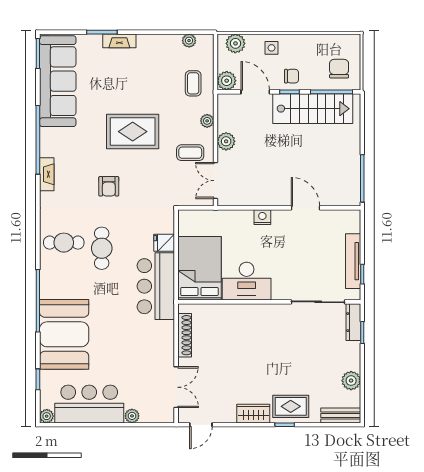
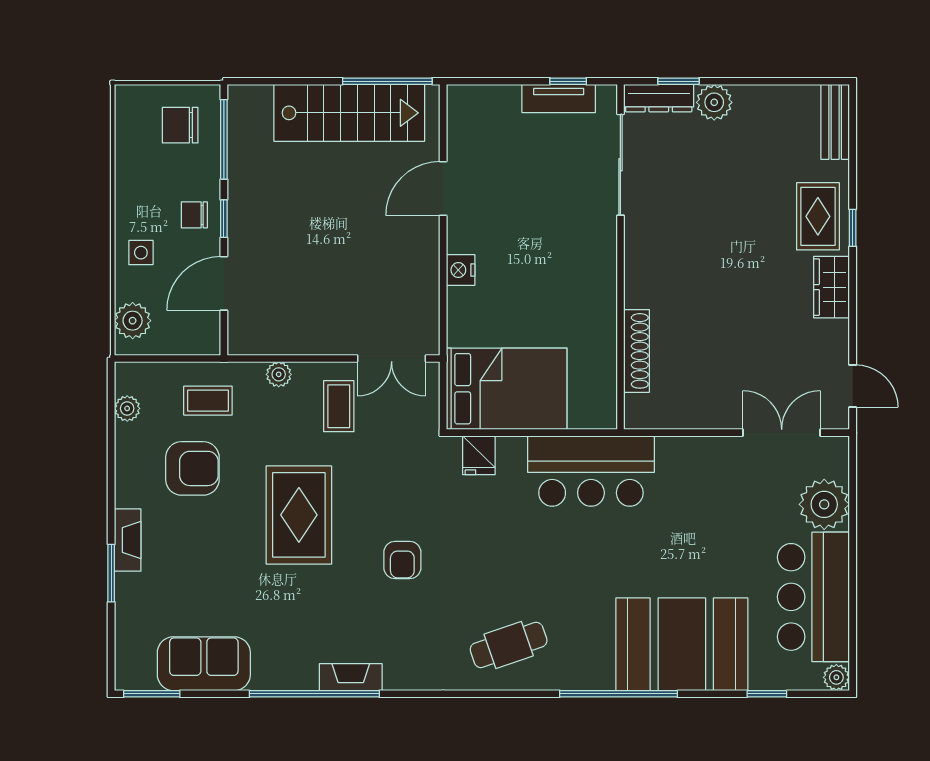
armchair: (157, 75) -> (192, 468), added
chair: (292, 76) -> (194, 215), turned -90
sofa: (58, 81) -> (204, 664), width x0.54, depth x0.79
plant: (227, 81) -> (203, 337), removed
stairs: (313, 109) -> (349, 113), moved, turned 90
plant: (226, 141) -> (317, 338), removed
fireplace: (47, 174) -> (351, 677), moved
armchair: (109, 186) -> (402, 560), turned 90
cafe table: (64, 243) -> (509, 645), turned 71
fridge: (164, 243) -> (479, 455), moved
cafe table: (102, 248) -> (519, 573), removed
tv unit: (353, 261) -> (559, 98), width x0.71
bed: (199, 268) -> (507, 389), moved, turned 180
desk: (247, 281) -> (581, 300), removed
shoe rack: (185, 335) -> (636, 351), moved, turned 90
plant: (351, 381) -> (714, 102), moved
plant: (132, 416) -> (824, 504), width x1.87, depth x1.87

